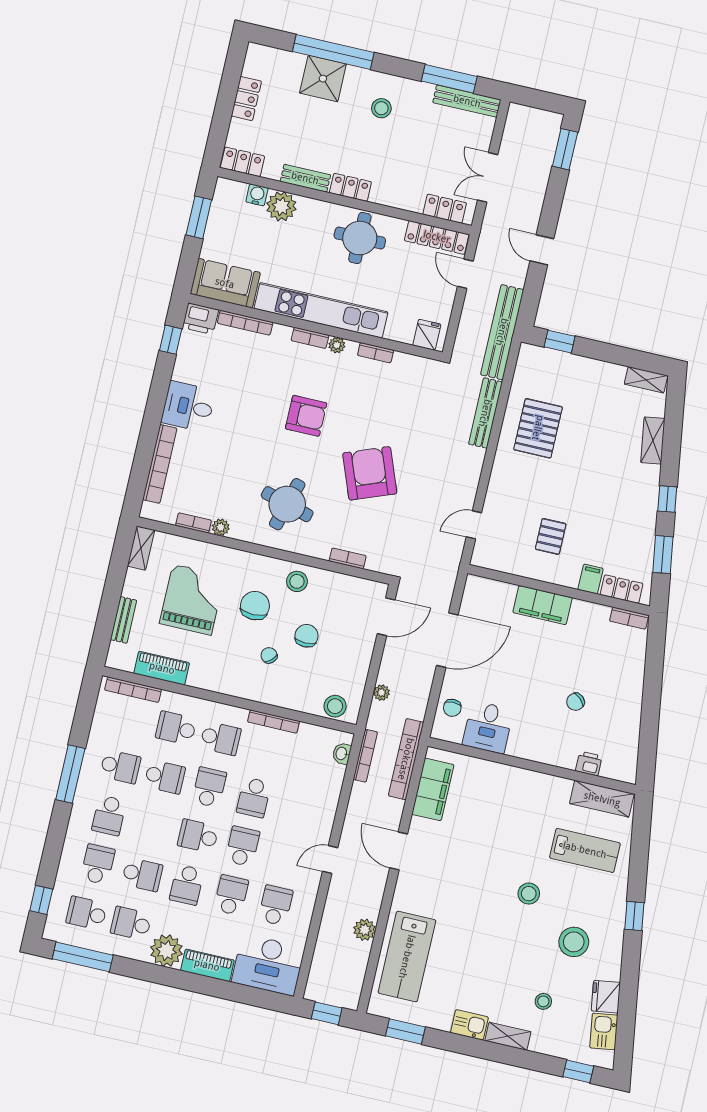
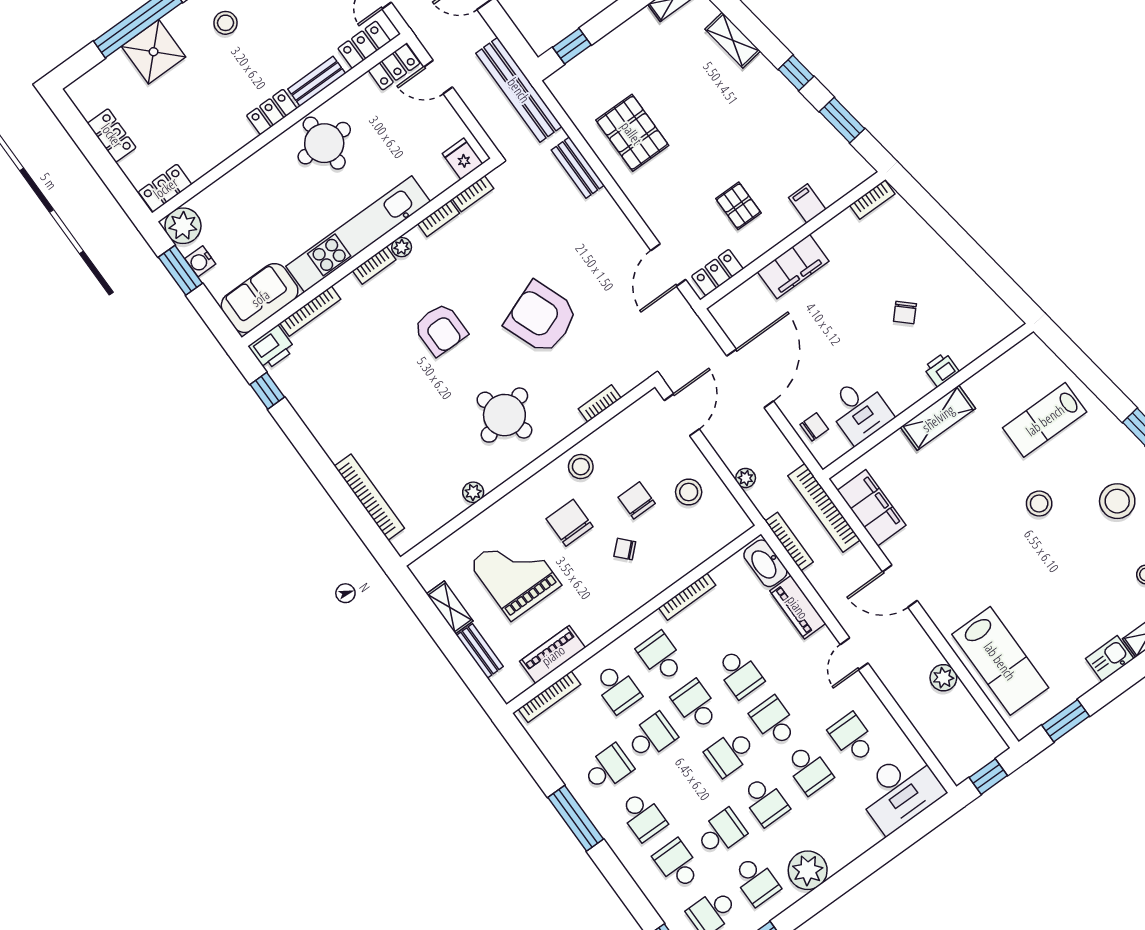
bench: (305, 178) -> (317, 81), moved
water cooler: (257, 195) -> (200, 261), moved, turned -90
plant: (281, 206) -> (183, 226), moved
locker: (437, 237) -> (394, 67), width x0.66
desk: (188, 407) -> (340, 427), removed
bench: (485, 413) -> (578, 168), width x0.73
armchair: (306, 416) -> (441, 329), turned 90
round table: (287, 504) -> (504, 415), turned -32
bookcase: (193, 523) -> (473, 194), moved, turned 180
door: (474, 525) -> (668, 265), width x1.38
shelving: (141, 548) -> (450, 607), moved
locker: (622, 589) -> (717, 273), moved
stool: (335, 706) -> (689, 492), moved
chair: (452, 708) -> (814, 427), turned -90
school desk: (176, 728) -> (617, 688), turned -90
school desk: (221, 738) -> (661, 657), turned -90
washbasin: (342, 754) -> (765, 563), width x1.91, depth x1.45
printer: (589, 764) -> (941, 370), moved
shelving: (602, 799) -> (938, 418), moved
lab bench: (585, 850) -> (1045, 420), turned 180
school desk: (231, 895) -> (809, 769), turned 180
school desk: (131, 923) -> (756, 881), turned -90
piano: (207, 965) -> (798, 607), moved, turned -90

